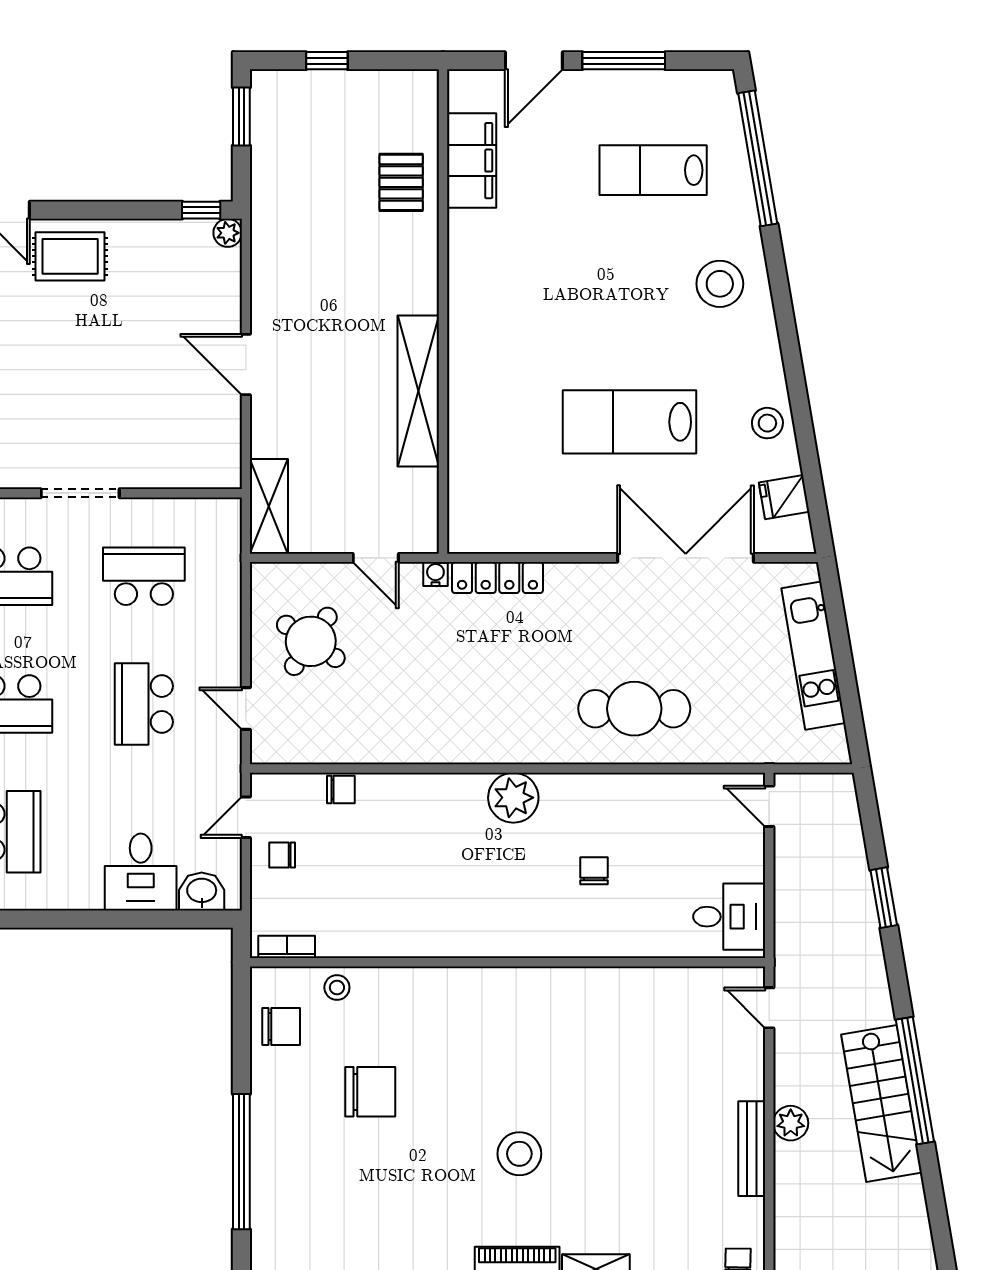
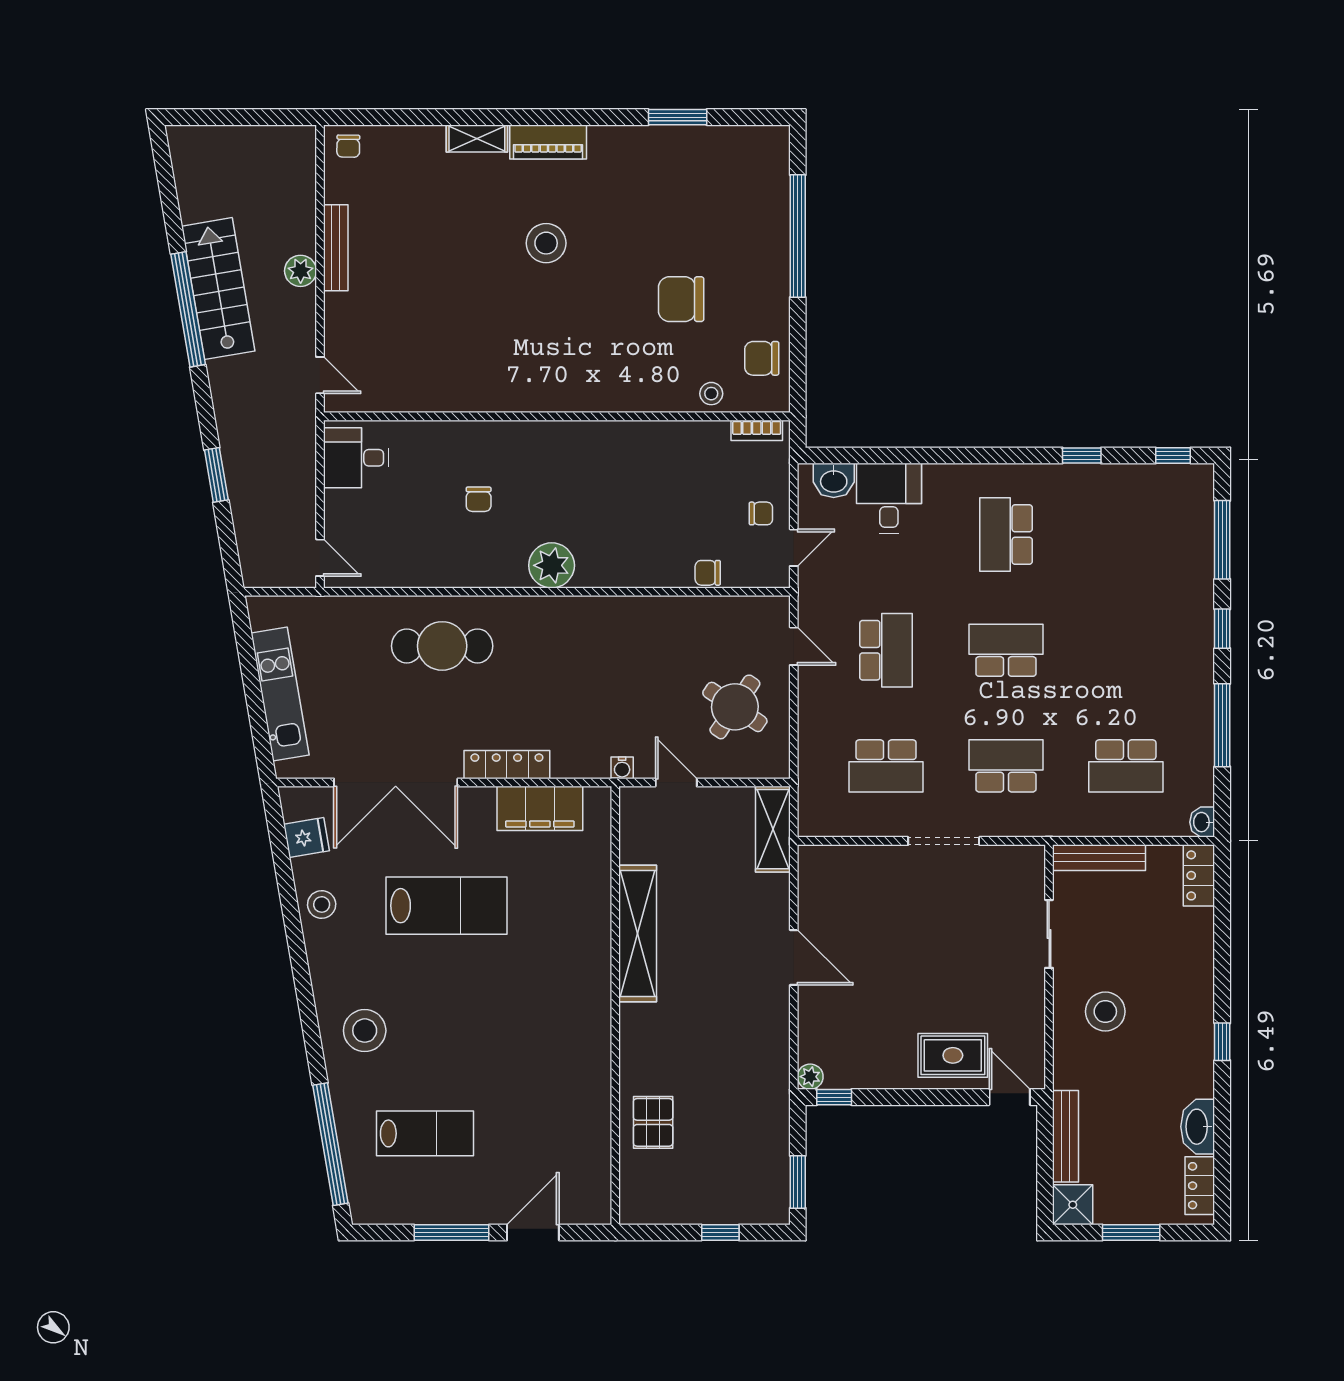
filing cabinet: (472, 161) -> (540, 808), moved, turned -90
locker: (497, 578) -> (507, 765), moved

